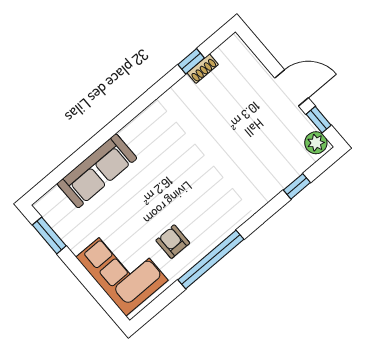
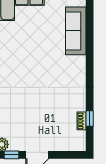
armchair: (173, 242) -> (13, 38), removed

